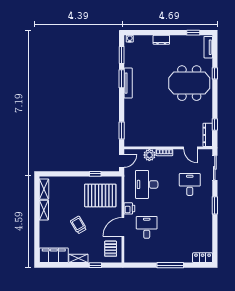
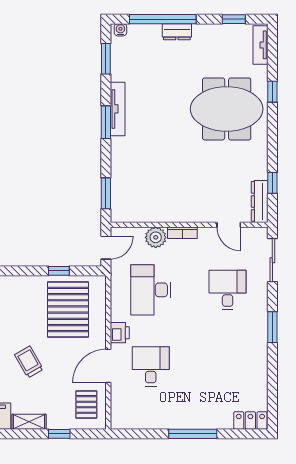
window: (153, 33) -> (163, 19), added
window: (122, 79) -> (106, 122), moved
pallet: (100, 195) -> (68, 310), turned 90

